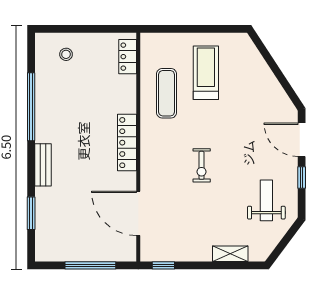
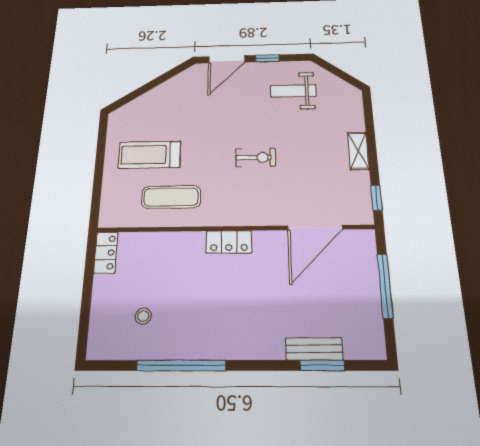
stool: (66, 54) -> (143, 316), moved
locker: (128, 57) -> (106, 252), moved, turned -90
locker: (127, 143) -> (229, 242), width x0.66
bench: (43, 165) -> (314, 349), moved
shelving: (230, 254) -> (358, 151), moved

